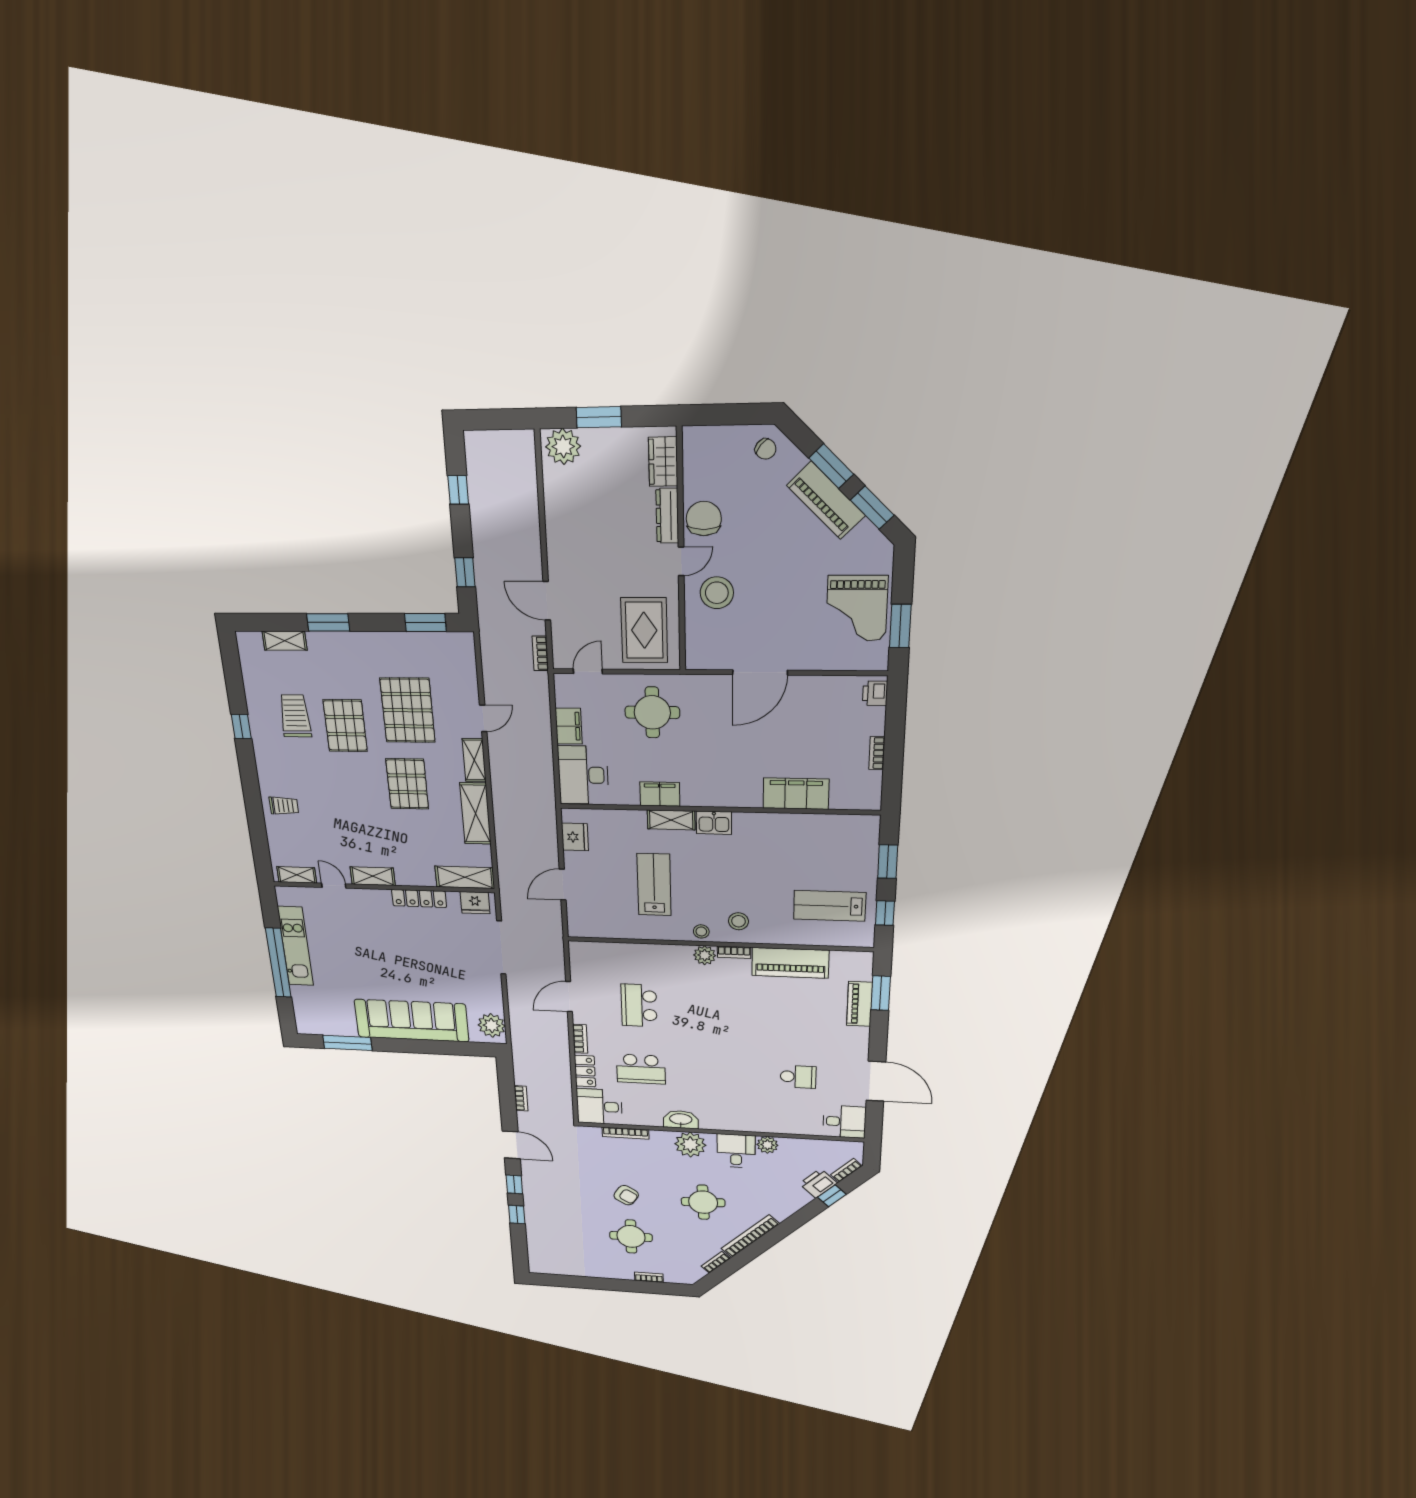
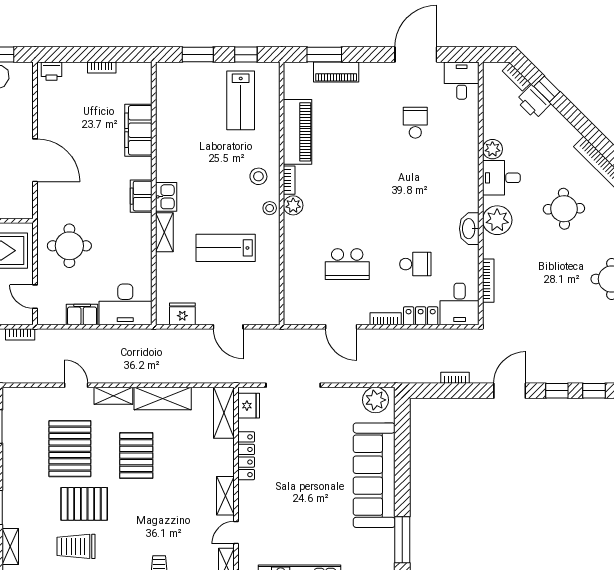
pallet: (408, 710) -> (70, 449), turned 90
pallet: (407, 784) -> (136, 456), turned 90
filing cabinet: (660, 794) -> (141, 196), moved
school desk: (641, 1069) -> (415, 264), width x0.54
armchair: (626, 1195) -> (561, 282), removed

